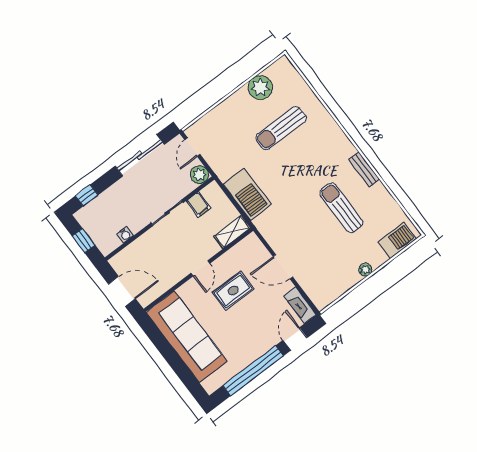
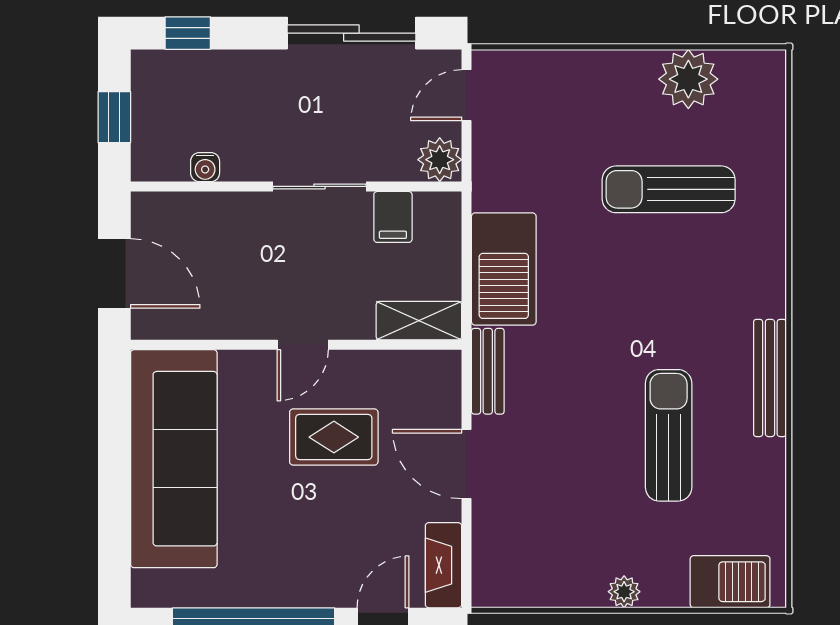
bench: (364, 169) -> (770, 378), width x1.36
bench: (267, 231) -> (488, 371), added

